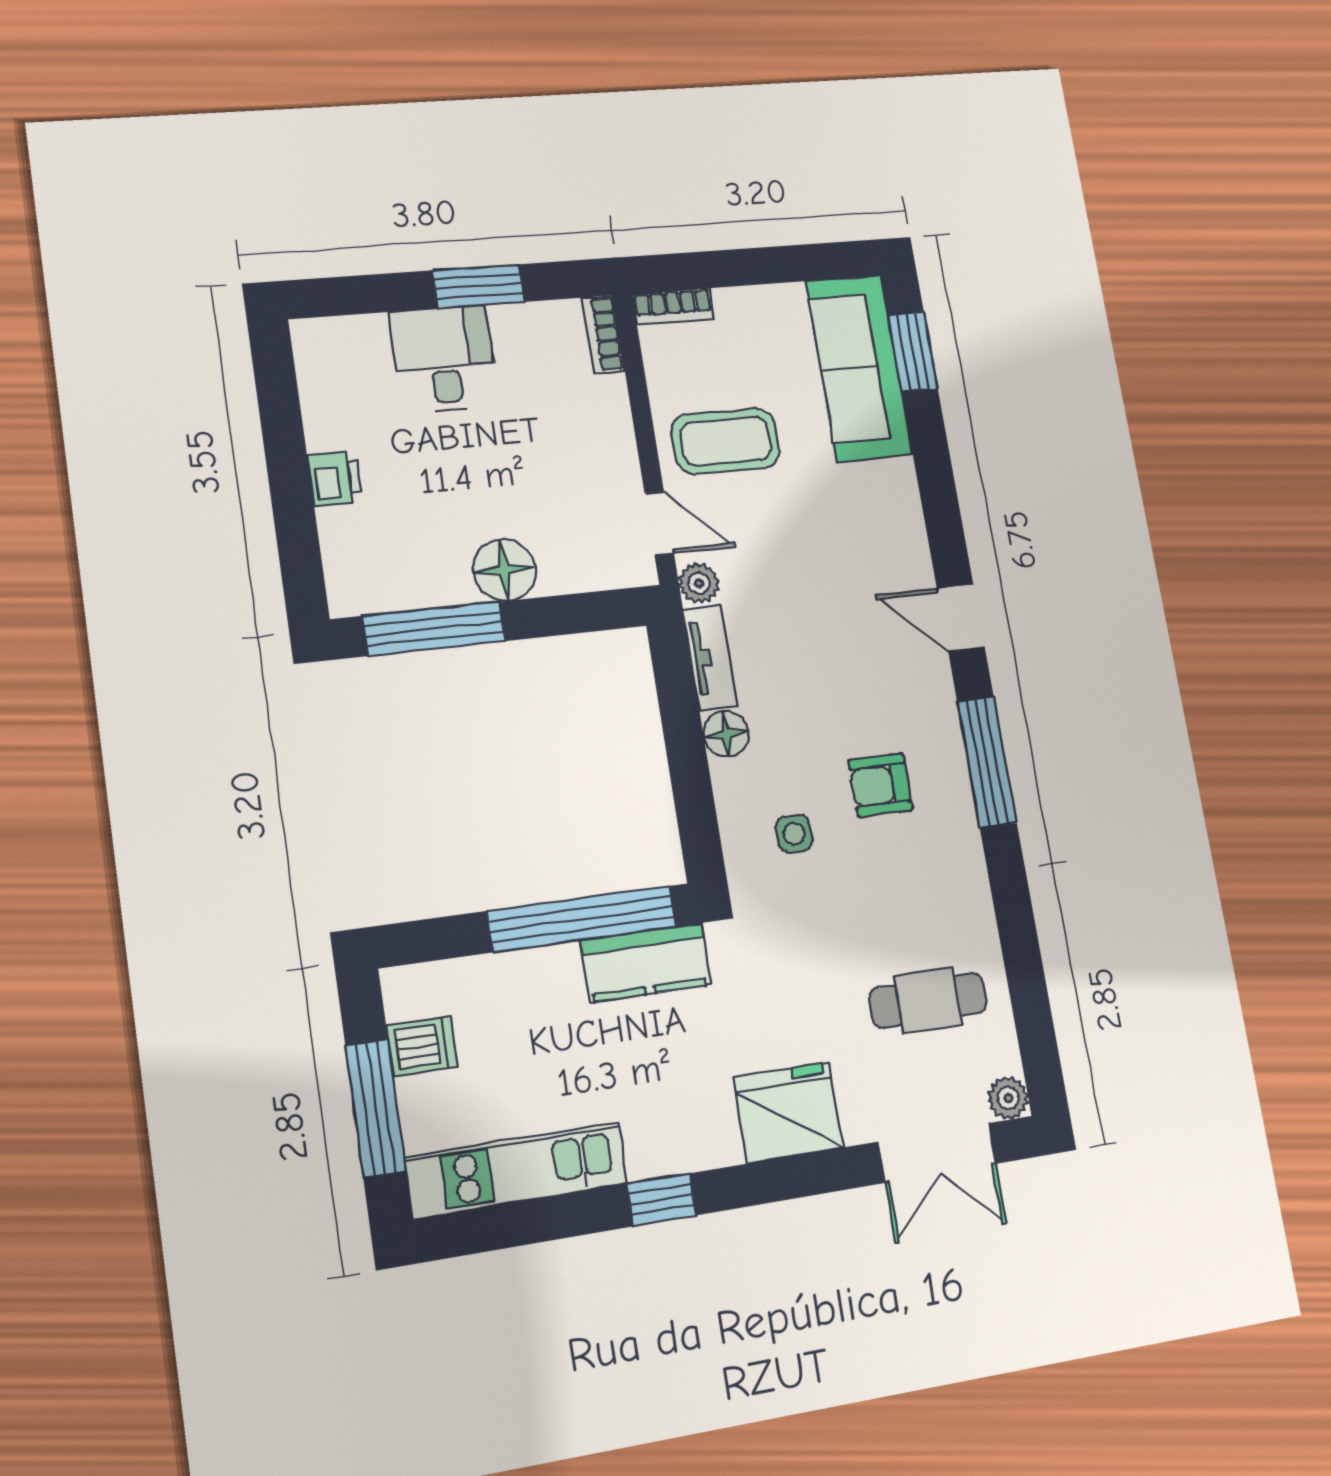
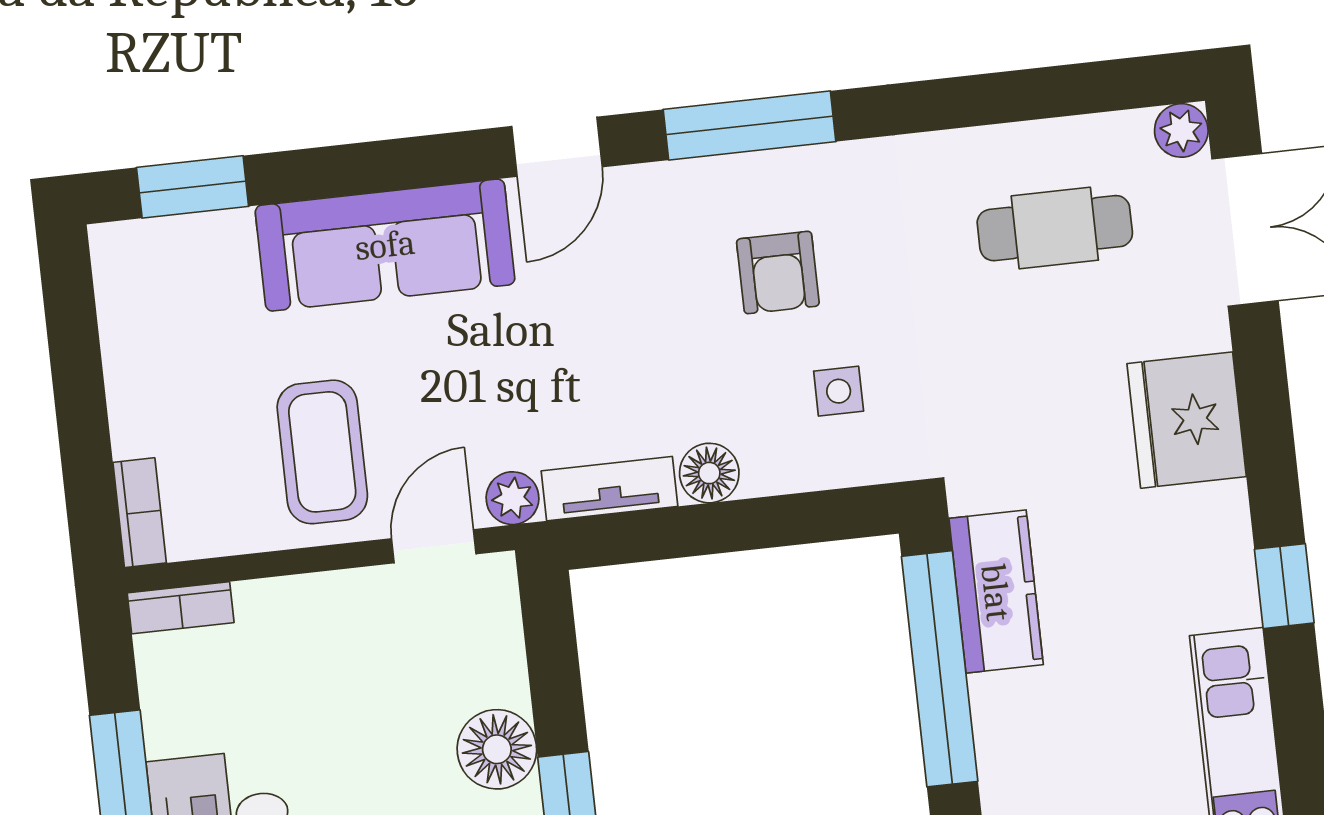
sofa: (859, 368) -> (385, 245), moved
cafe table: (928, 1000) -> (1055, 228), turned 90

